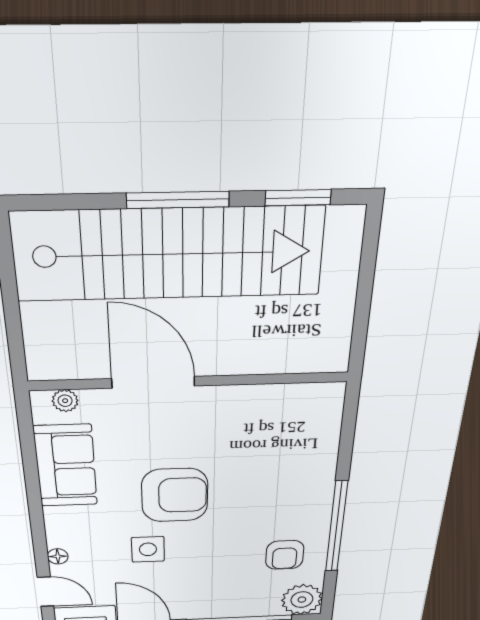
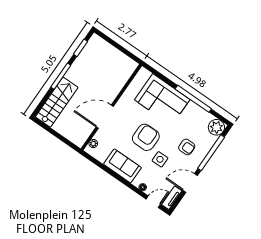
stairs: (169, 254) -> (57, 102), width x0.54, depth x0.66
sofa: (66, 466) -> (122, 166), moved
corner sofa: (291, 472) -> (162, 100), added
armchair: (285, 555) -> (187, 147), moved

